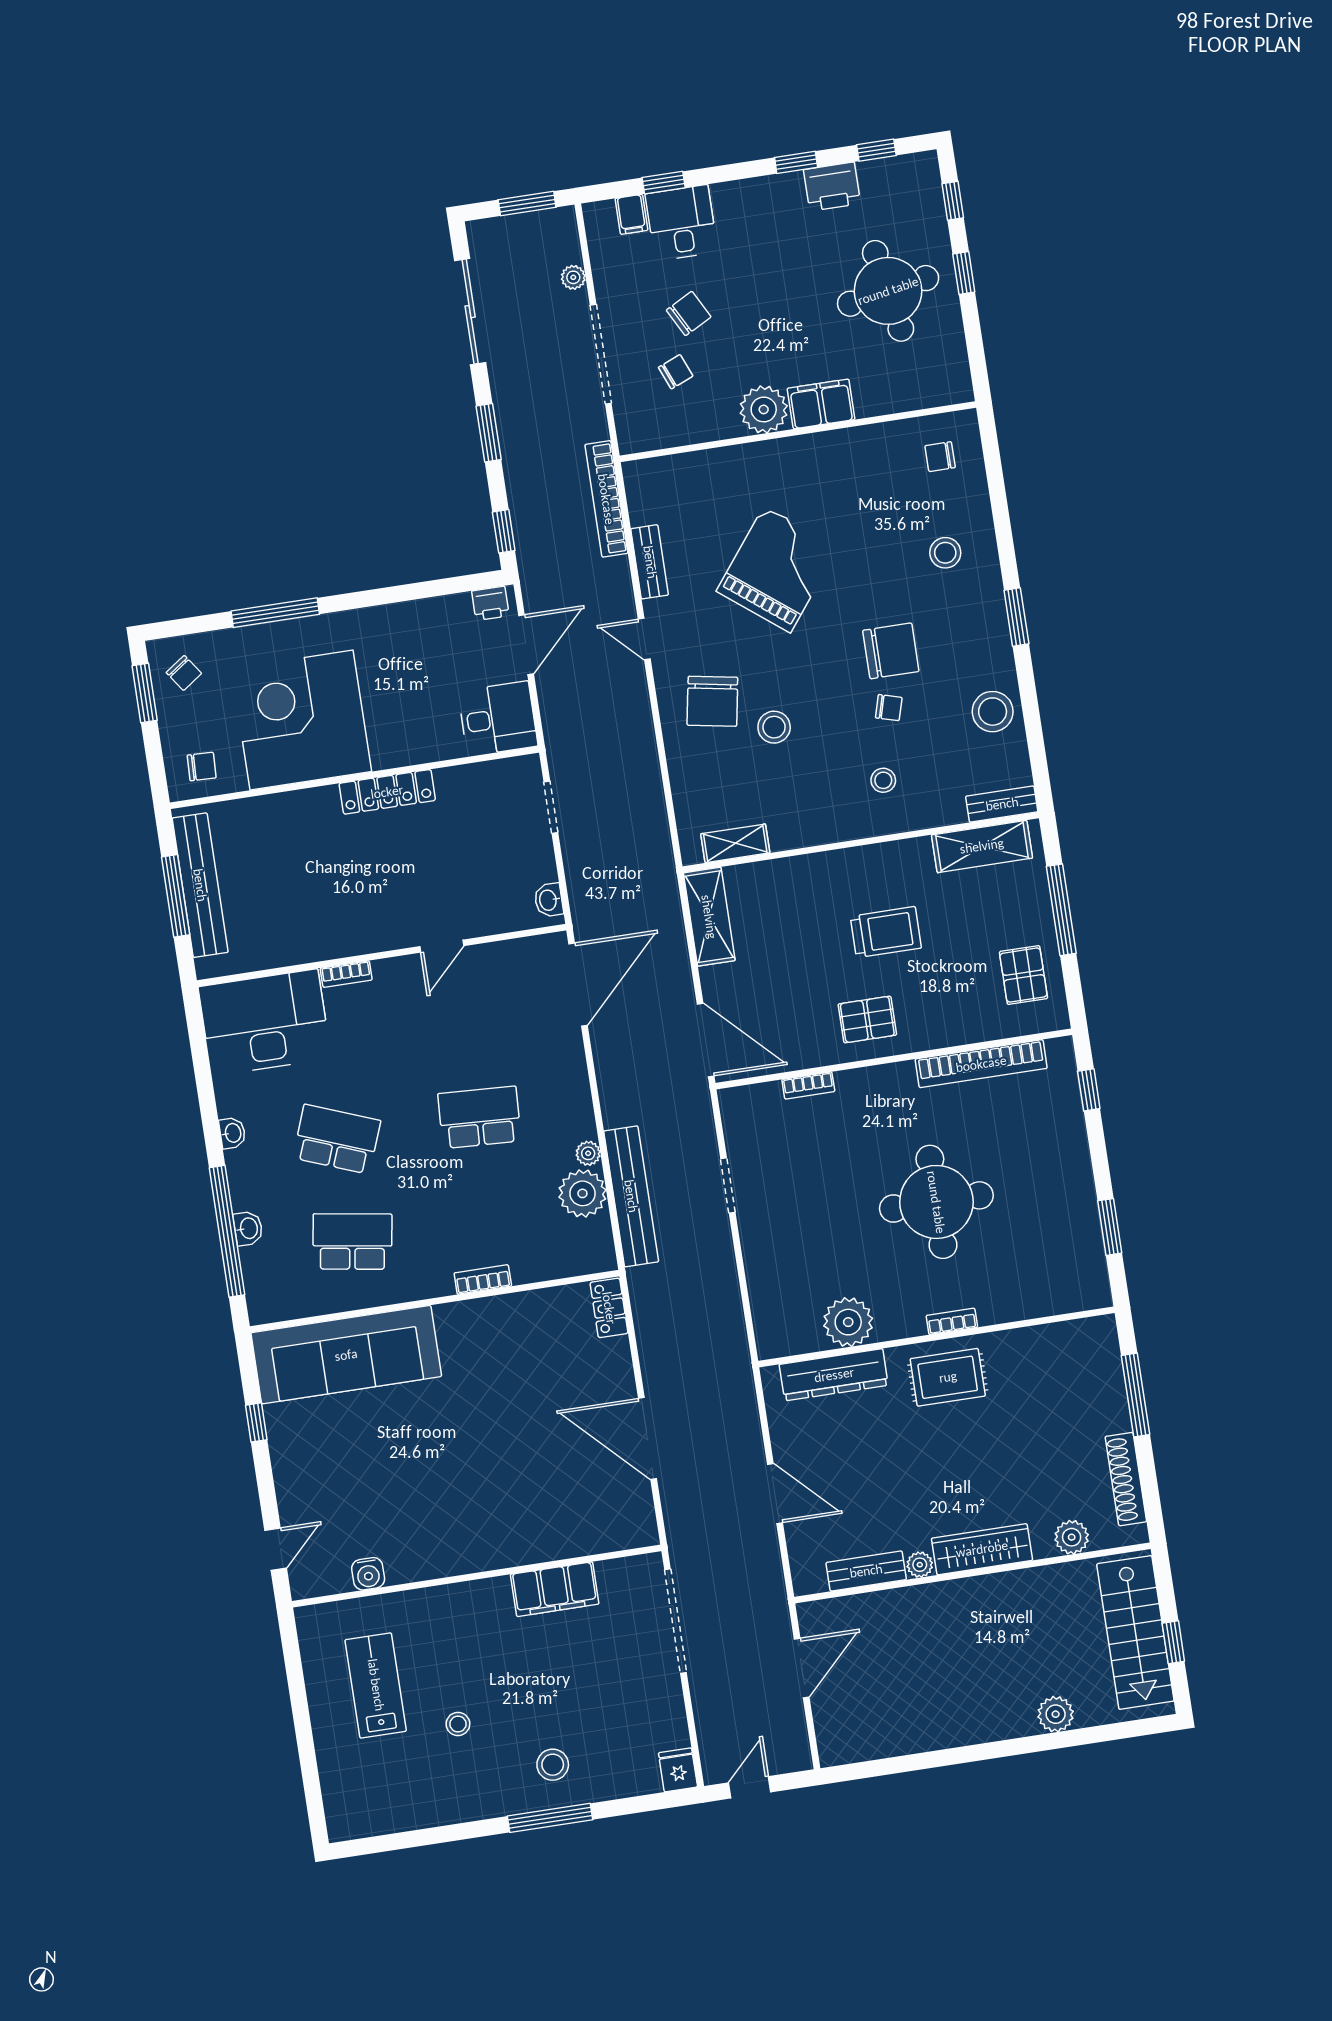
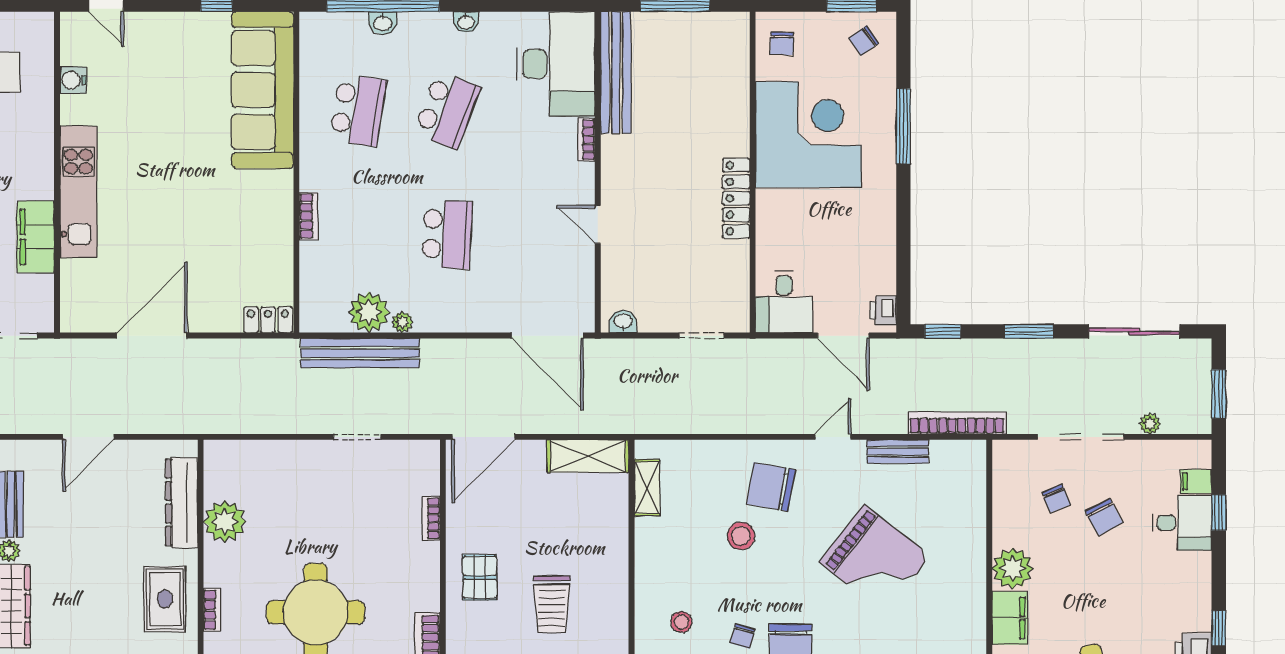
bench: (200, 885) -> (616, 73), moved, turned 90
kitchen unit: (495, 1548) -> (78, 192), added

